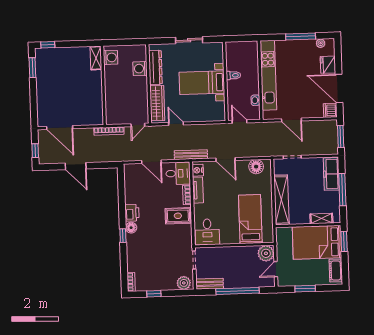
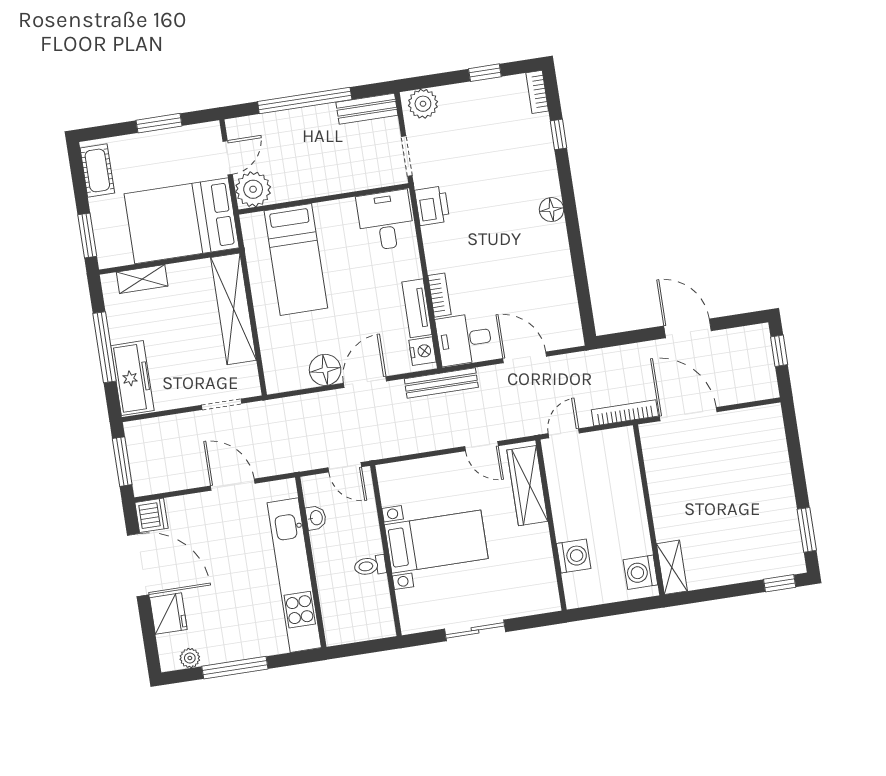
dresser: (155, 67) -> (541, 563), removed
door: (60, 128) -> (688, 414), moved
door: (226, 159) -> (365, 382), hinge flipped
floor lamp: (256, 167) -> (325, 370), moved
printer: (132, 213) -> (432, 206), moved, turned 180
rug: (178, 216) -> (453, 247), removed
window: (123, 236) -> (559, 134), moved
bed: (317, 242) -> (182, 221), moved, turned 180

